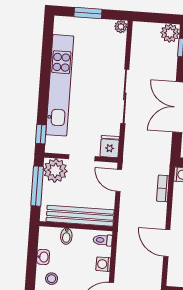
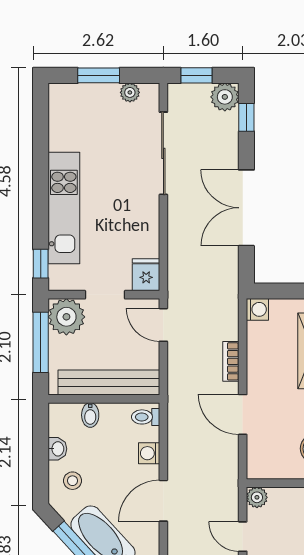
window: (152, 18) -> (197, 75), added
plant: (121, 27) -> (130, 92), moved
kitchen unit: (60, 85) -> (64, 208), width x0.73
sliding door: (125, 96) -> (163, 153), moved
bookcase: (163, 188) -> (231, 361), moved

